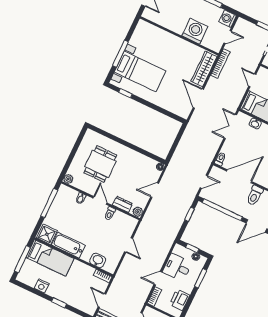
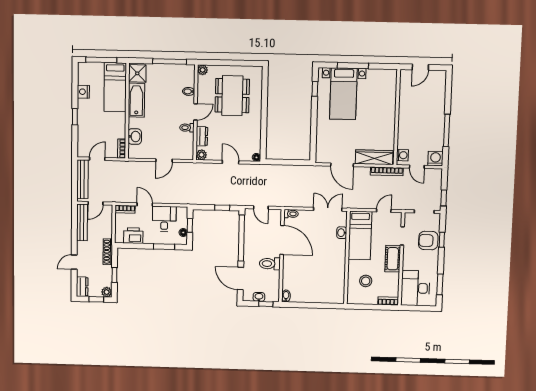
washing machine: (195, 31) -> (402, 155), moved, width x0.53, depth x0.53
door: (198, 98) -> (342, 165), swing flipped
dining table: (100, 164) -> (232, 96), width x1.38

